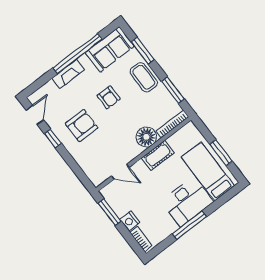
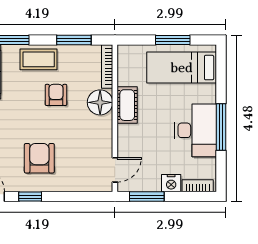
armchair: (109, 97) -> (56, 95), moved, turned -90
door: (120, 172) -> (115, 170), moved
desk: (187, 201) -> (196, 130), moved

